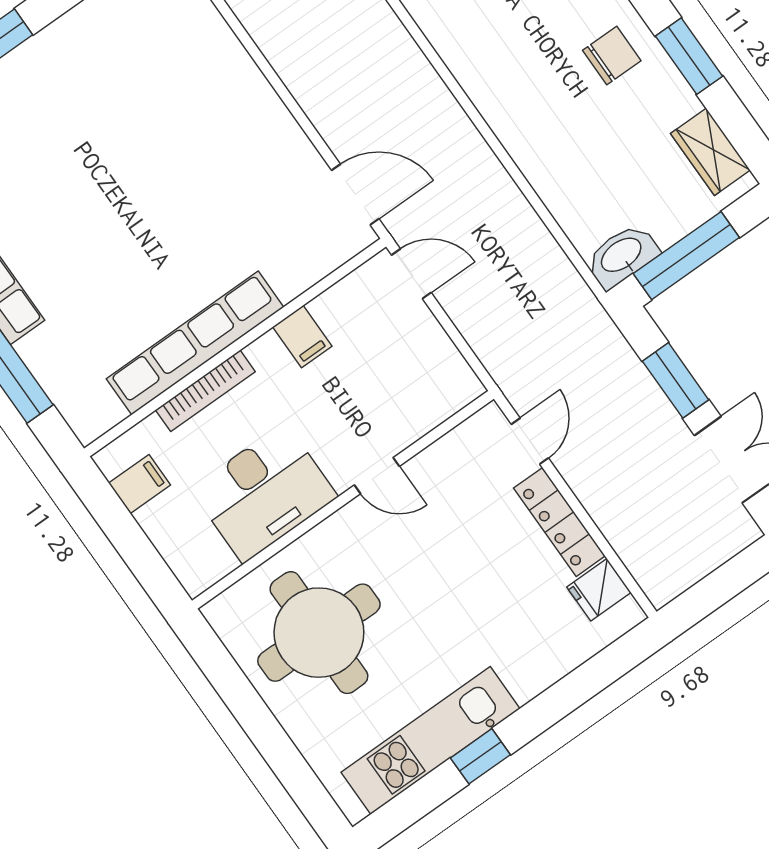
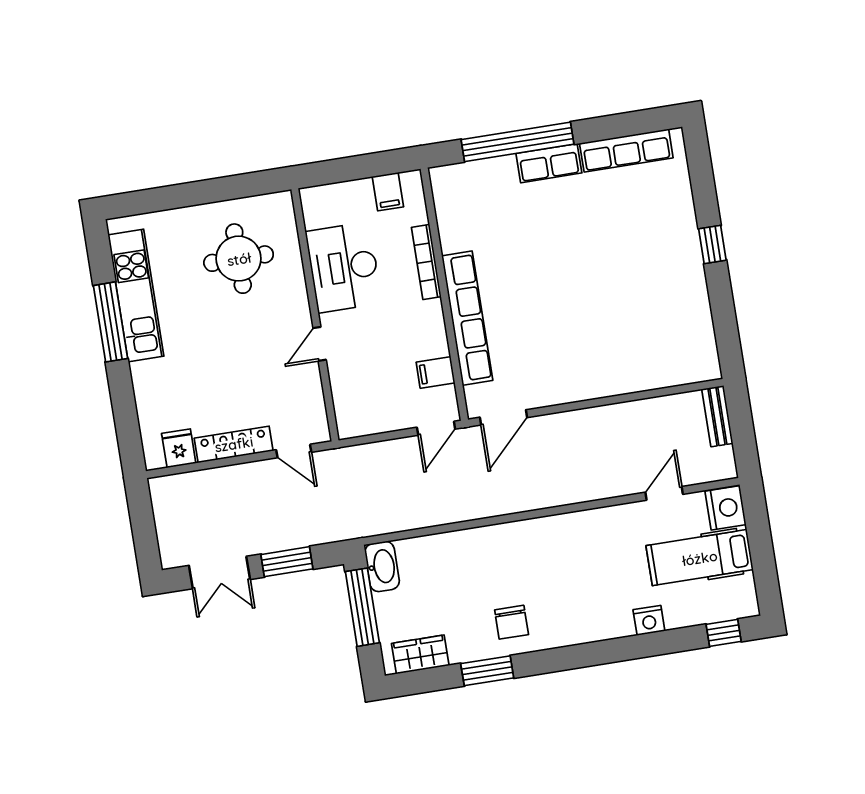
filing cabinet: (302, 337) -> (436, 372), moved
row of seats: (195, 343) -> (467, 318), moved
round table: (319, 633) -> (239, 259), width x0.73, depth x0.73
window: (480, 756) -> (110, 322), width x2.17

